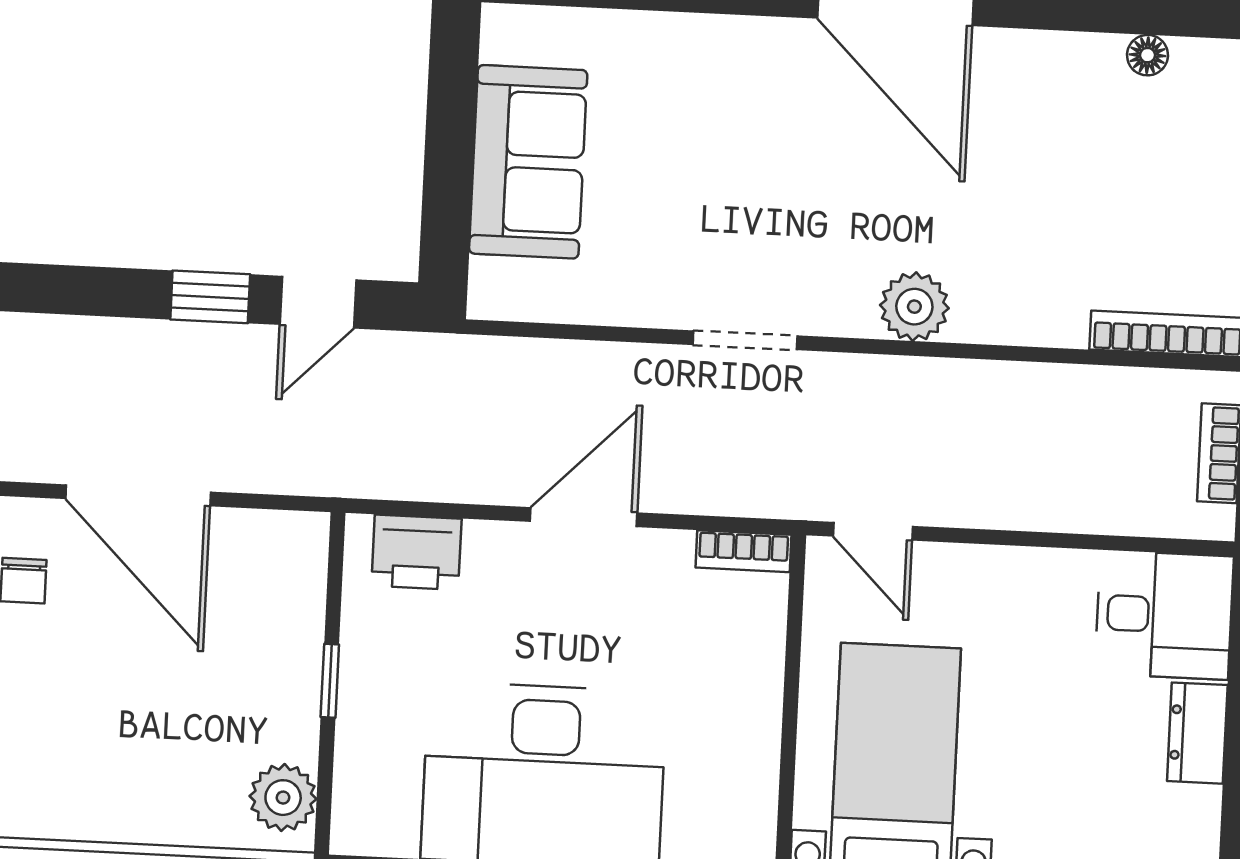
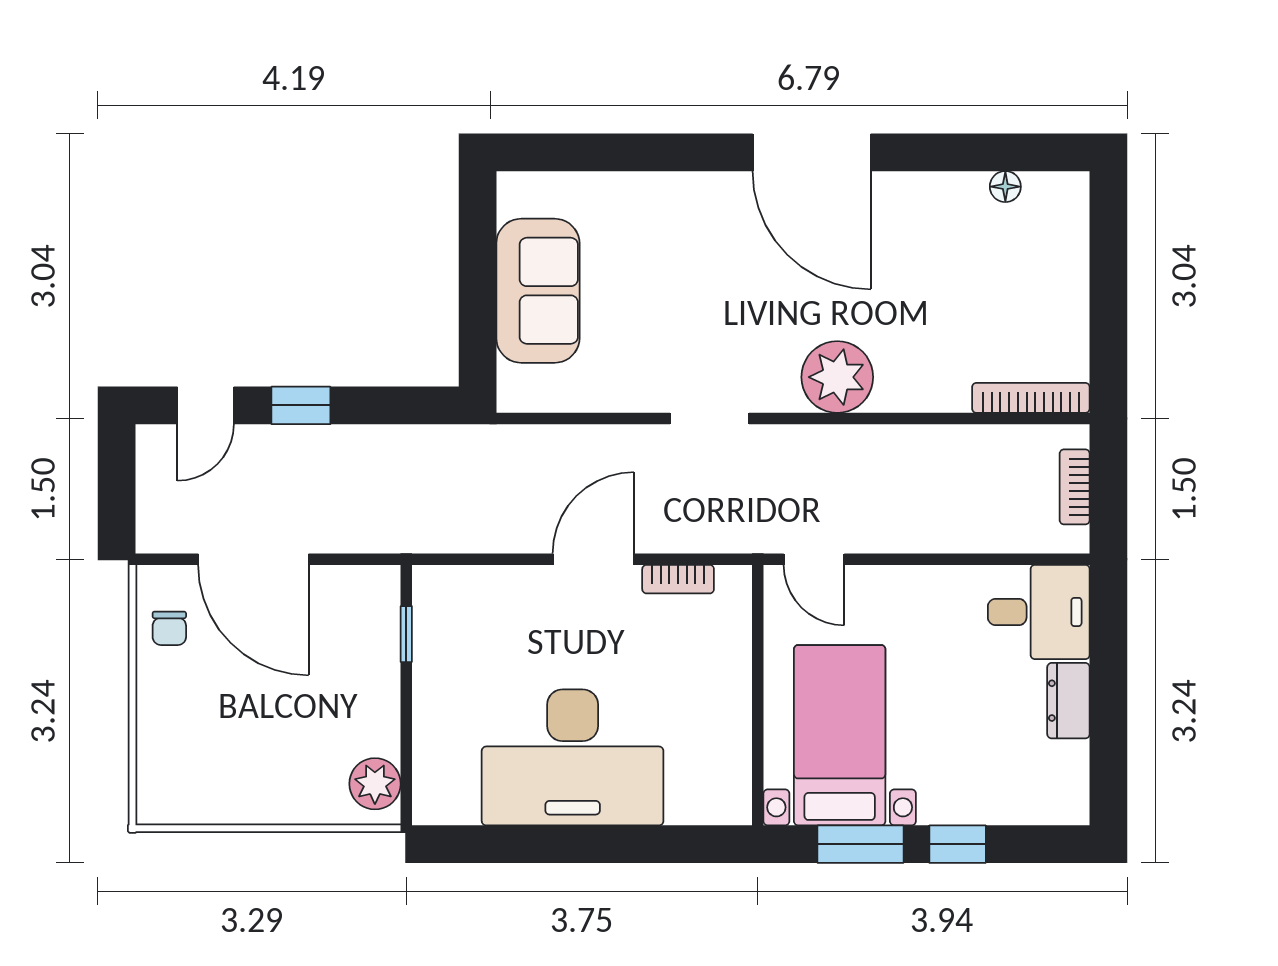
door: (318, 302) -> (206, 405), moved
plant: (914, 307) -> (837, 377), width x1.36, depth x1.36
bookcase: (744, 551) -> (678, 579), moved
printer: (416, 552) -> (467, 592), removed
window: (330, 681) -> (406, 634), moved

